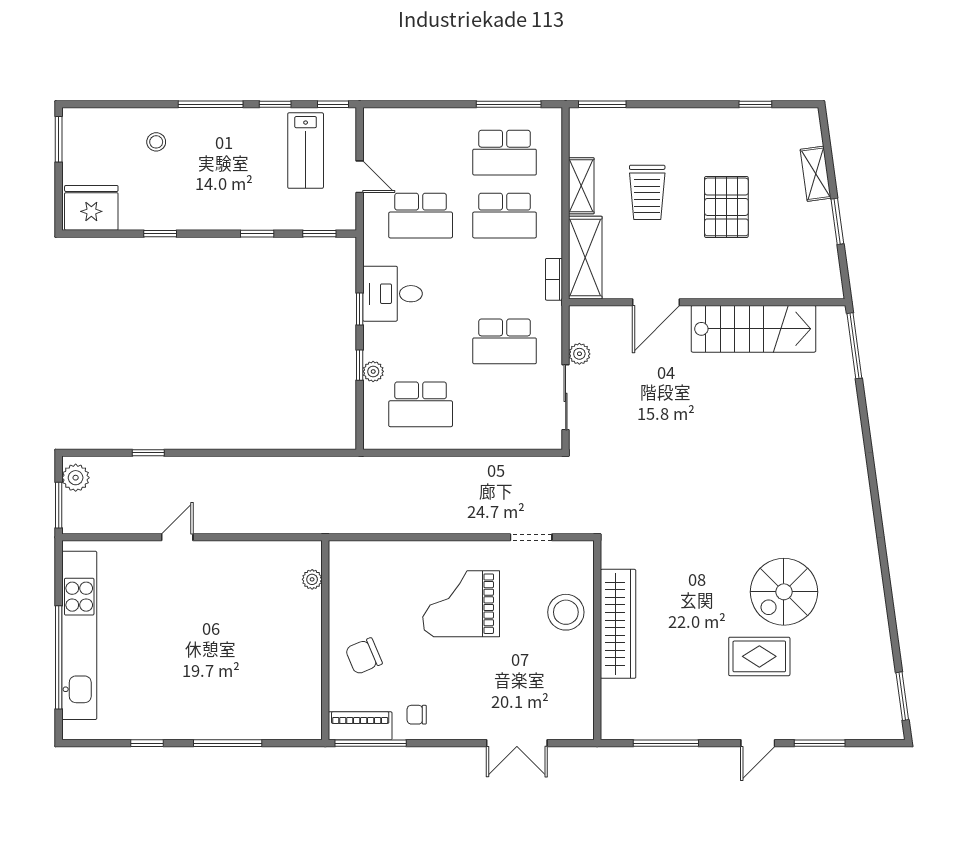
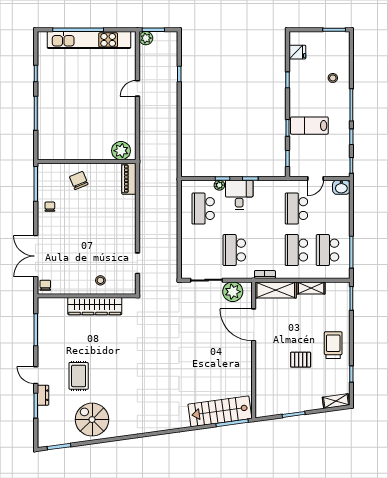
washbasin: (377, 125) -> (341, 187), added
lab bench: (306, 151) -> (309, 126), moved
shelving: (816, 174) -> (336, 401), moved
trolley: (647, 192) -> (333, 345), moved, turned 90
pallet: (726, 207) -> (301, 360), width x0.67, depth x0.71
fridge: (91, 208) -> (297, 52), width x0.53, depth x0.75
desk: (392, 294) -> (239, 195), moved
door: (656, 302) -> (254, 325), width x1.36
stairs: (753, 329) -> (220, 411), moved, turned 82
plant: (579, 354) -> (233, 292), width x1.88, depth x1.88
plant: (76, 478) -> (146, 38), moved
door: (177, 537) -> (137, 88), swing flipped
plant: (312, 579) -> (121, 151), width x1.87, depth x1.87
spiral stairs: (784, 592) -> (92, 420), moved
grand piano: (461, 604) -> (105, 229), removed
stool: (566, 612) -> (100, 280), width x0.53, depth x0.53
chair: (576, 724) -> (45, 285), added
piano: (360, 726) -> (129, 179), moved, turned 180
dresser: (798, 728) -> (43, 395), added
double door: (517, 743) -> (36, 256), width x1.37

